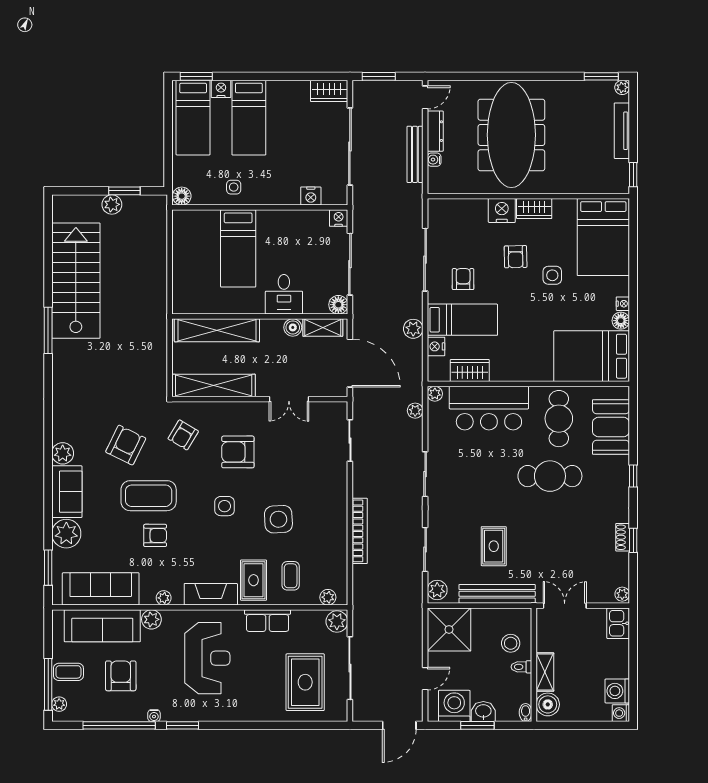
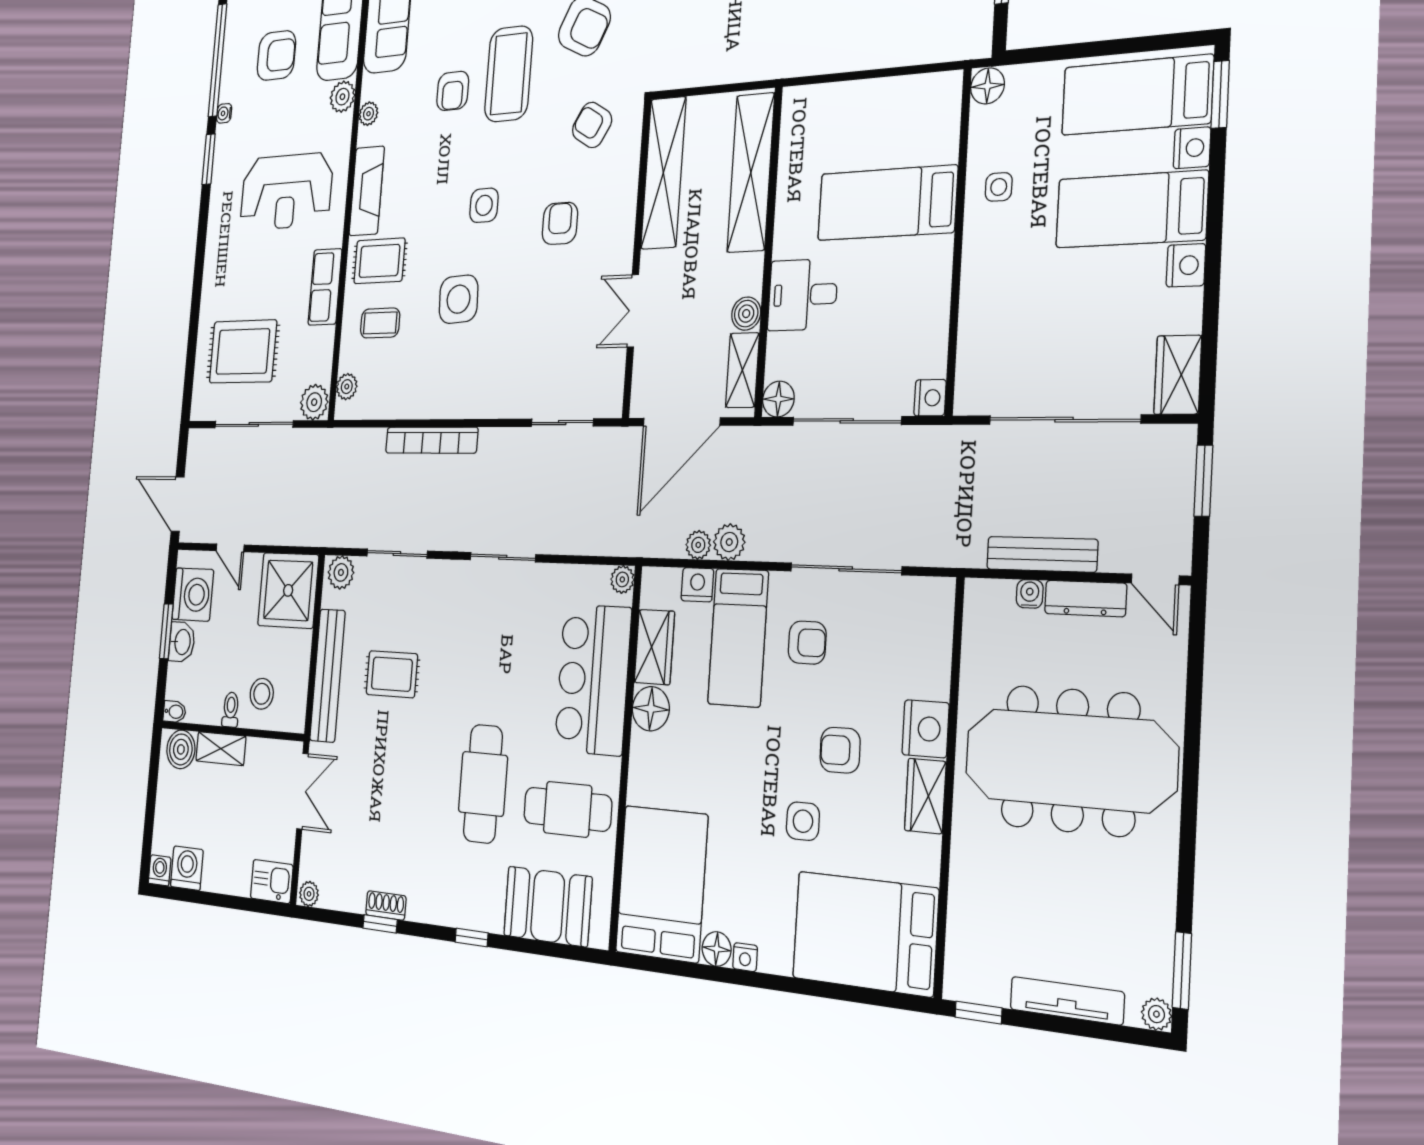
nightstand: (311, 196) -> (1186, 265), moved, turned 180
floor lamp: (502, 370) -> (651, 709), added
plant: (415, 411) -> (698, 545), moved
armchair: (238, 452) -> (560, 223), width x0.72, depth x0.72

